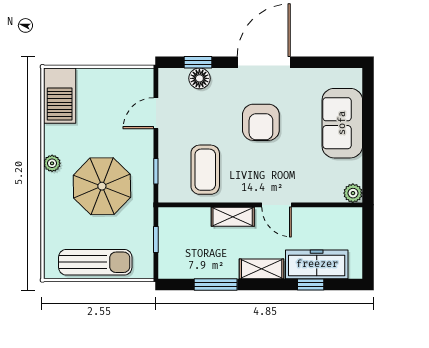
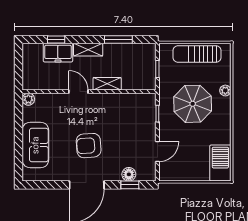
armchair: (261, 122) -> (89, 146), turned -94
plant: (52, 163) -> (225, 91), moved
coffee table: (205, 170) -> (125, 115), removed
freezer: (317, 264) -> (58, 53), width x0.71

